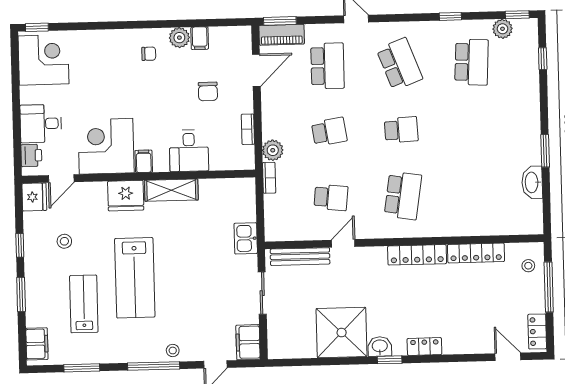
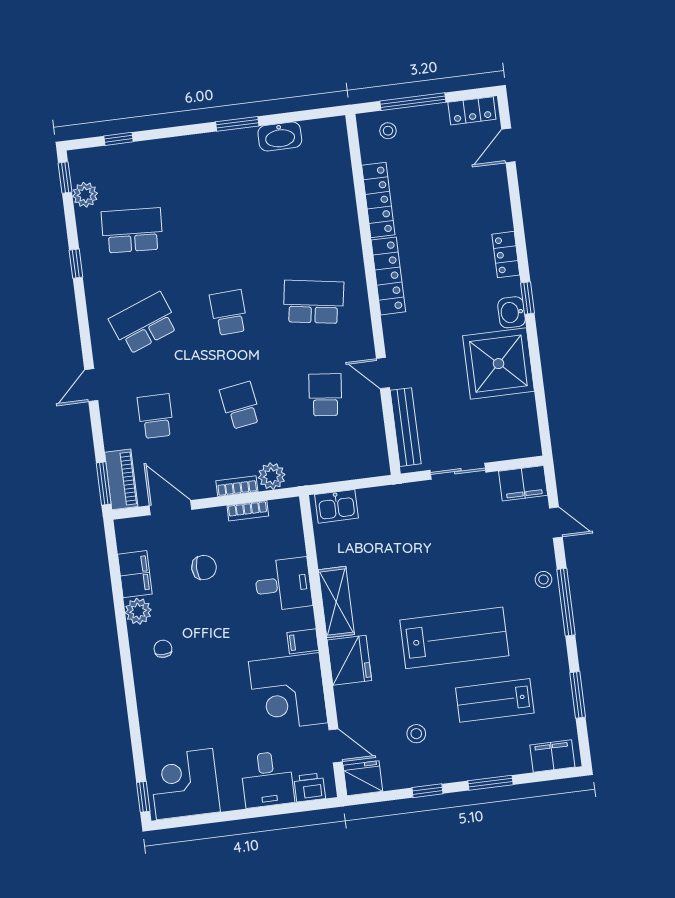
filing cabinet: (200, 38) -> (135, 574), width x2.00
school desk: (327, 66) -> (156, 416), width x0.54
bookcase: (269, 178) -> (237, 486), moved
kitchen sink: (246, 238) -> (337, 506), moved

